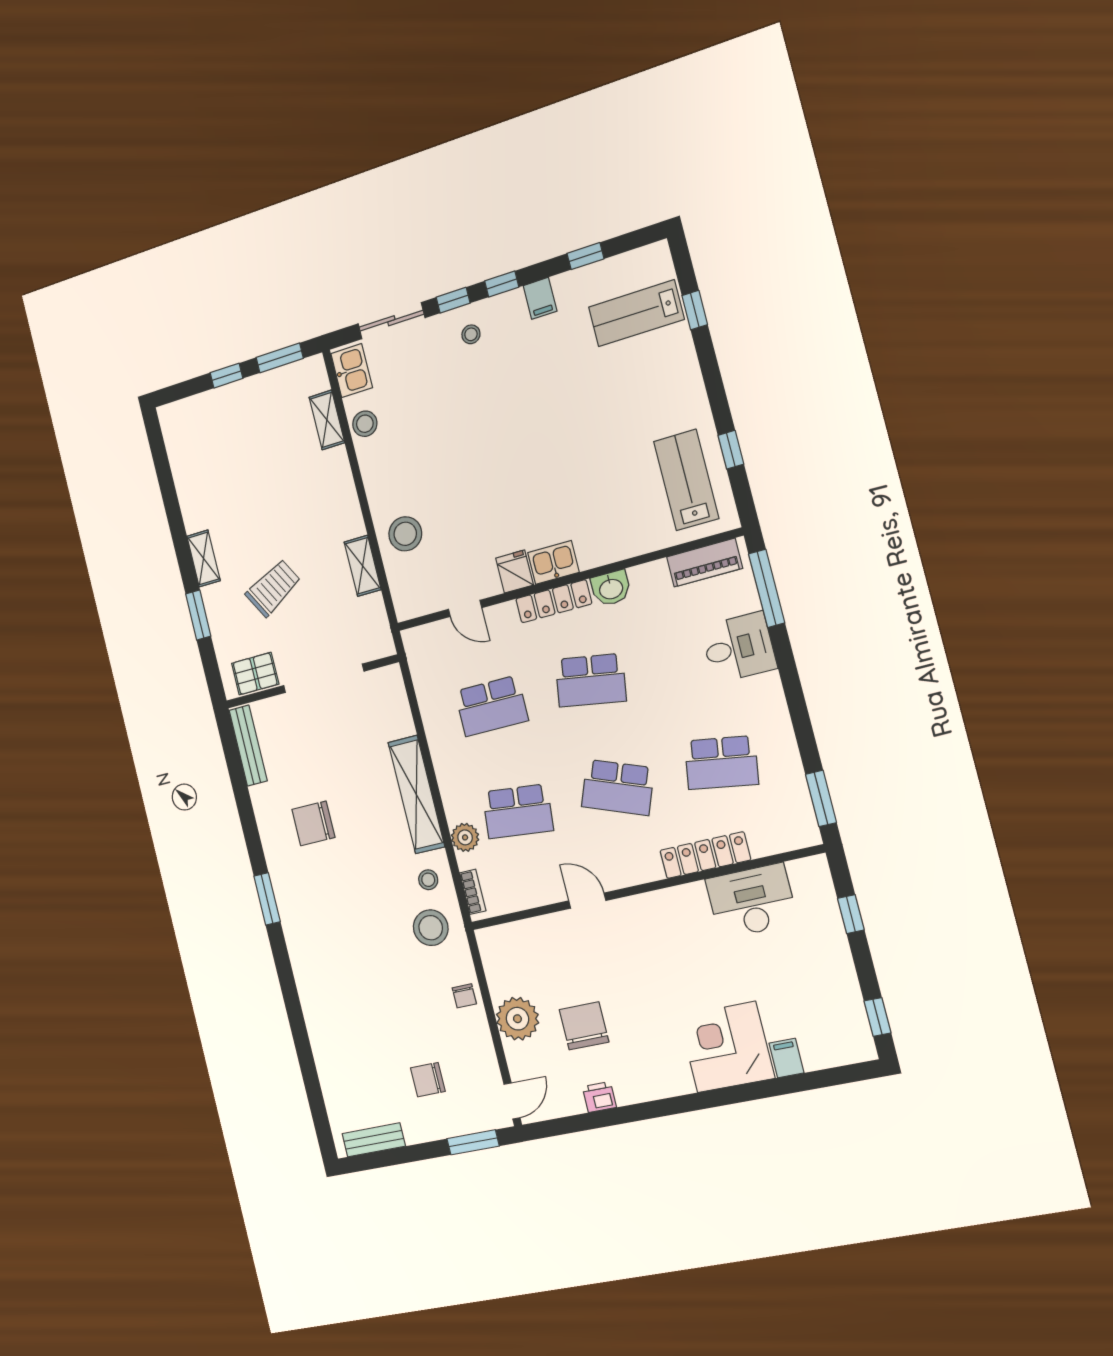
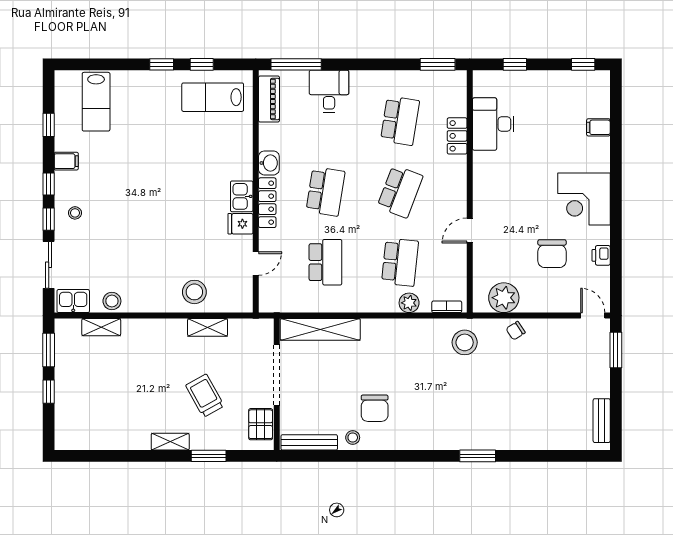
window: (695, 310) -> (162, 64), moved
shelving: (416, 795) -> (320, 329), moved
locker: (705, 855) -> (457, 136), width x0.66
stool: (428, 880) -> (353, 437), moved
window: (267, 899) -> (478, 456), moved
chair: (464, 996) -> (516, 331), turned 147
plant: (517, 1019) -> (504, 298), moved
chair: (584, 1026) -> (552, 254), turned -90
corner desk: (726, 1047) -> (584, 199), moved
chair: (428, 1080) -> (567, 371), removed

